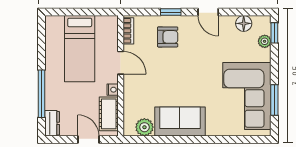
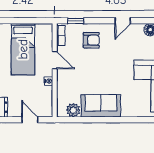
window: (171, 12) -> (76, 21), moved
door: (208, 12) -> (123, 21), hinge flipped
cot: (109, 114) -> (46, 100), removed

